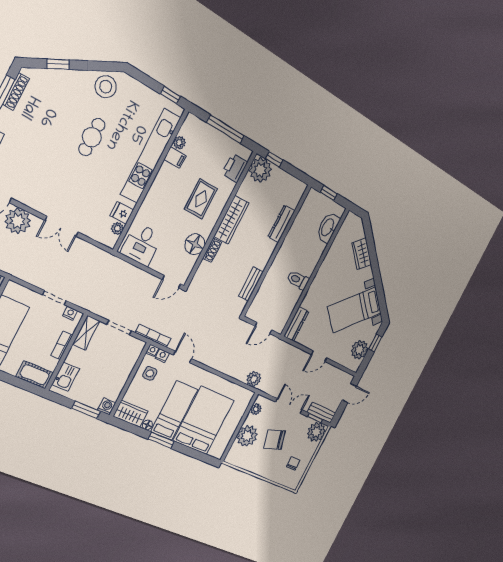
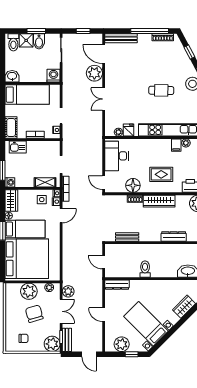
desk: (142, 244) -> (117, 156), width x1.37
shelving: (86, 333) -> (45, 182), moved
plant: (254, 379) -> (68, 291), moved
bed: (204, 421) -> (27, 259), width x1.36

